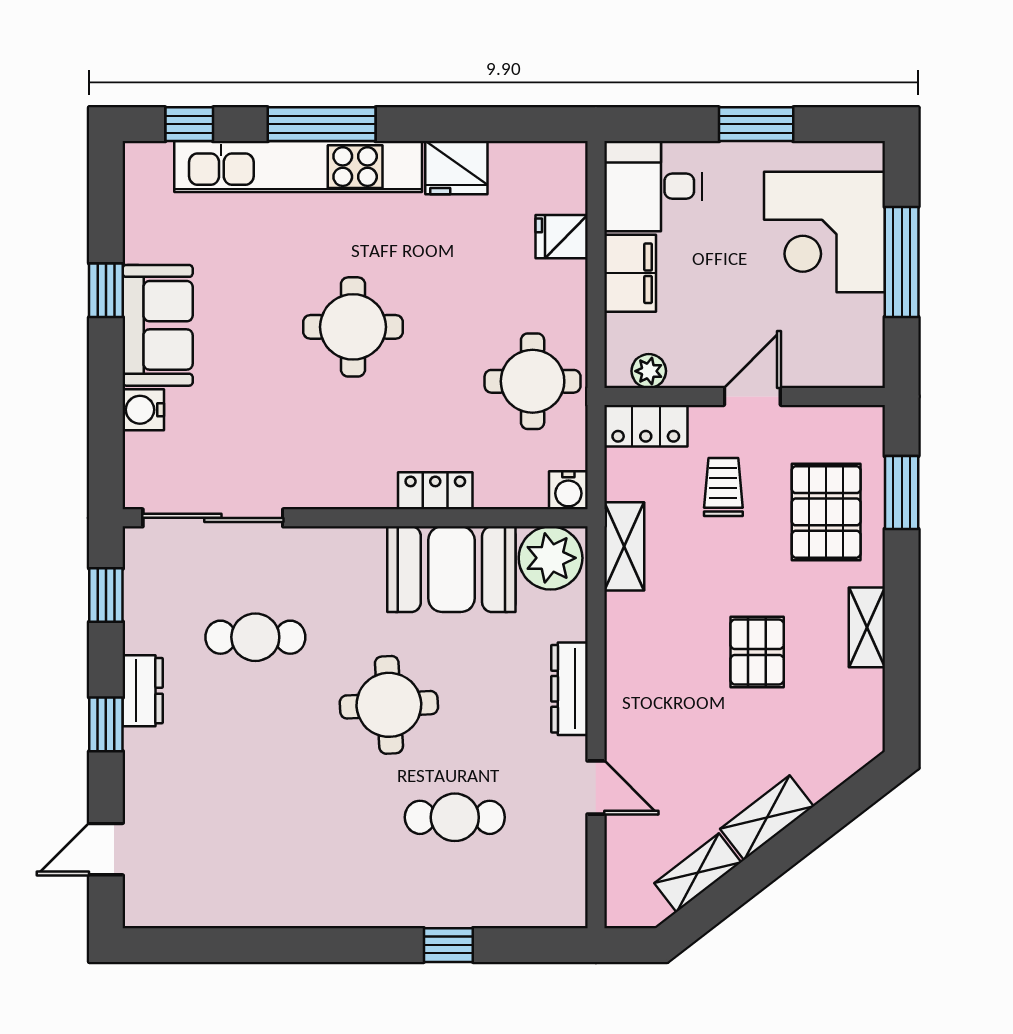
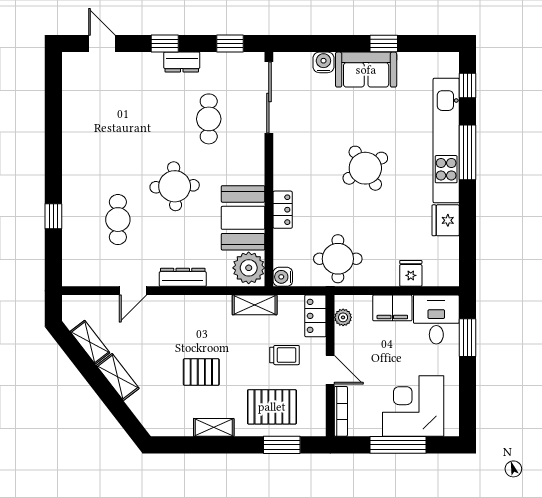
window: (756, 124) -> (468, 338), moved
round table: (353, 327) -> (365, 168), turned -32
bookcase: (835, 375) -> (341, 411), added

